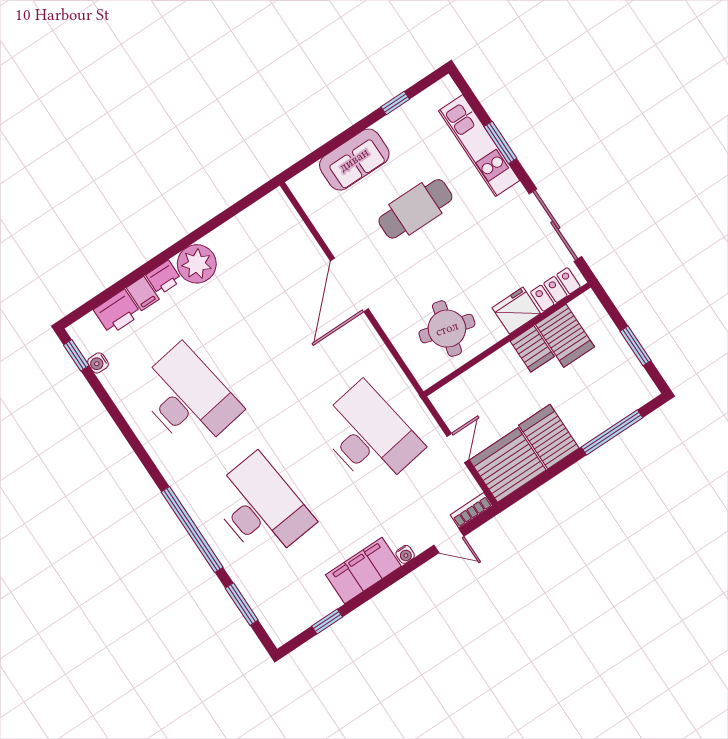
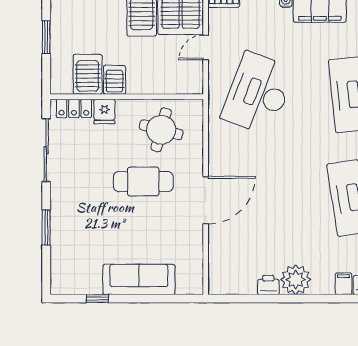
kitchen unit: (479, 146) -> (61, 235), removed
sofa: (354, 160) -> (139, 279), width x1.36
cafe table: (415, 209) -> (143, 182), moved
printer: (164, 278) -> (268, 285), moved
fridge: (516, 311) -> (104, 112), width x0.72
desk: (369, 436) -> (258, 94), turned 30

